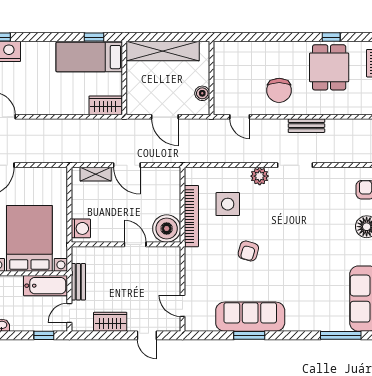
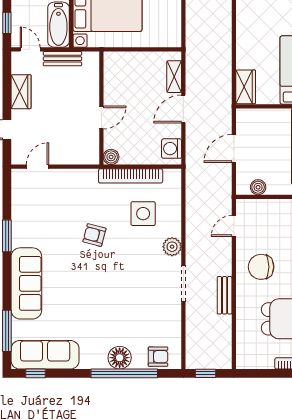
washing machine: (81, 228) -> (172, 149), moved, turned 90
boiler: (167, 229) -> (111, 157), width x0.54, depth x0.54
sofa: (250, 317) -> (26, 283), moved

